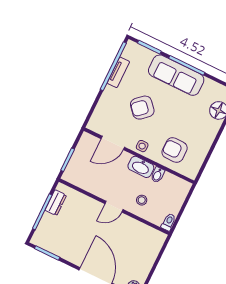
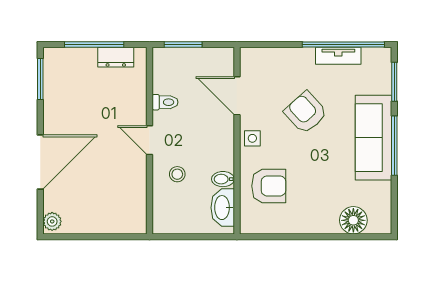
armchair: (175, 150) -> (269, 186), turned 90
washbasin: (141, 167) -> (223, 208), moved
toilet: (168, 222) -> (165, 102), moved

